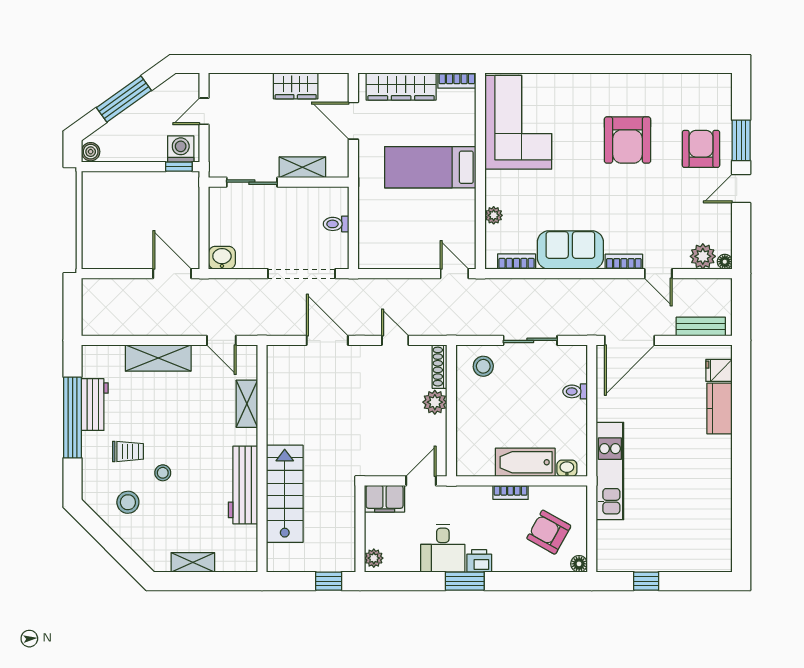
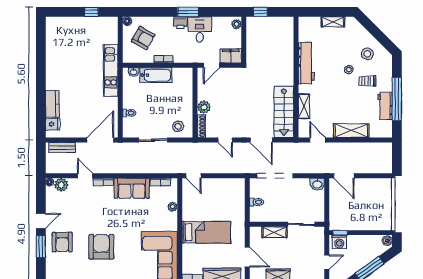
stairs: (285, 494) -> (284, 112), moved

